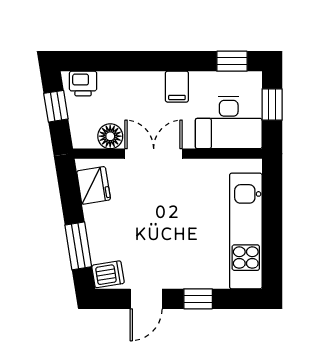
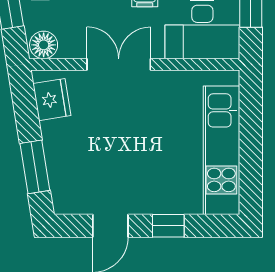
floor lamp: (110, 136) -> (44, 45), moved
dishwasher: (108, 274) -> (68, 199), removed

